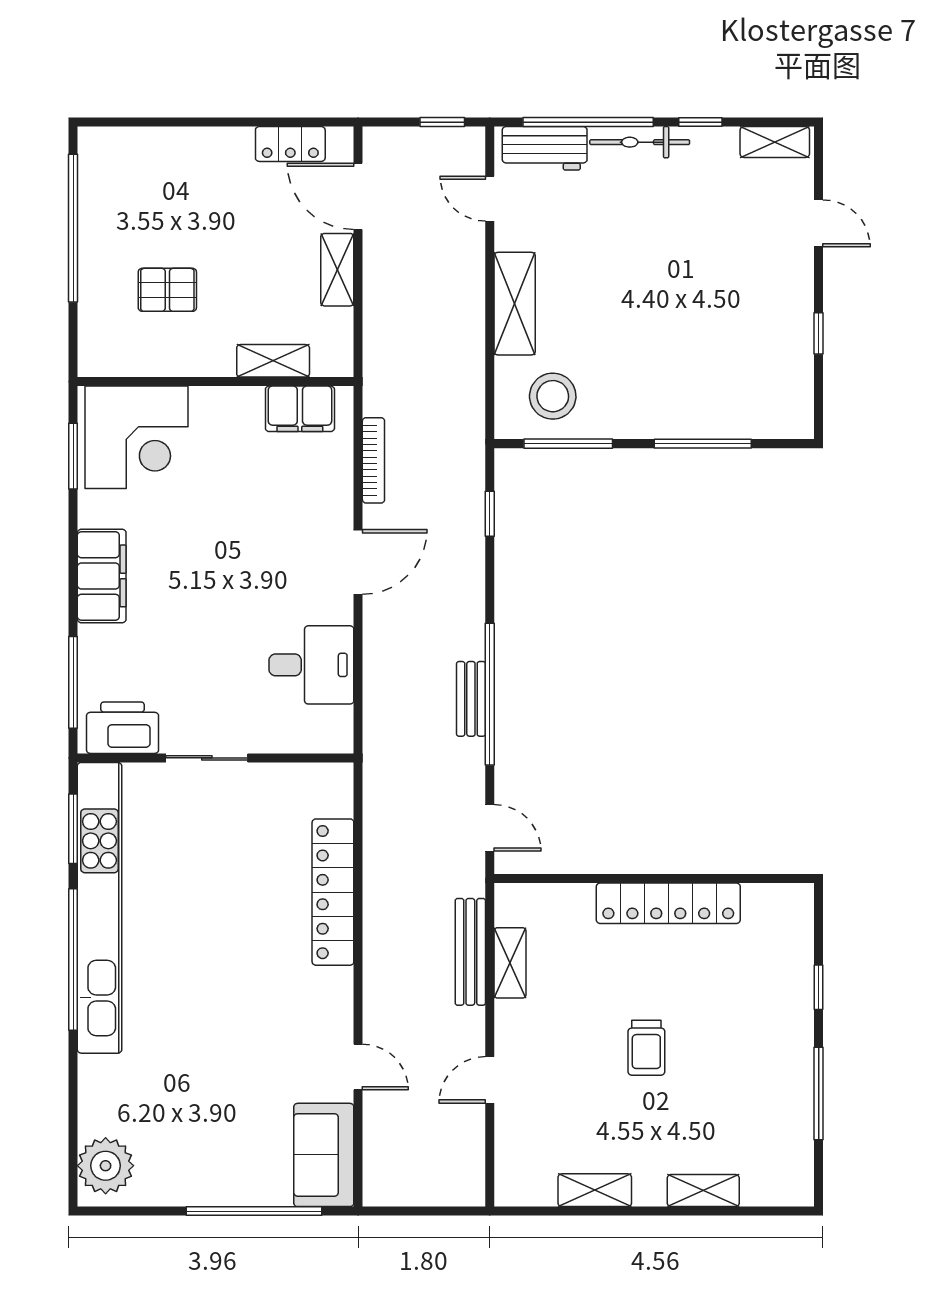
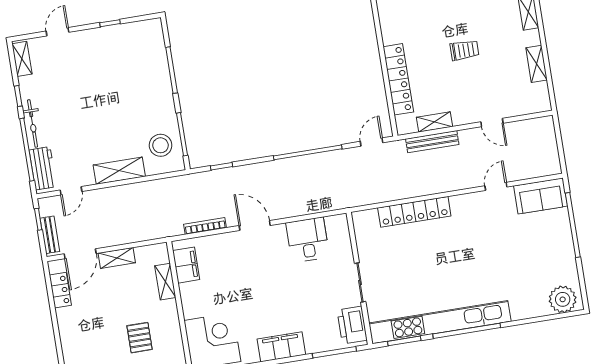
bench: (471, 699) -> (50, 235), moved, turned 90
locker: (668, 903) -> (398, 79), moved

